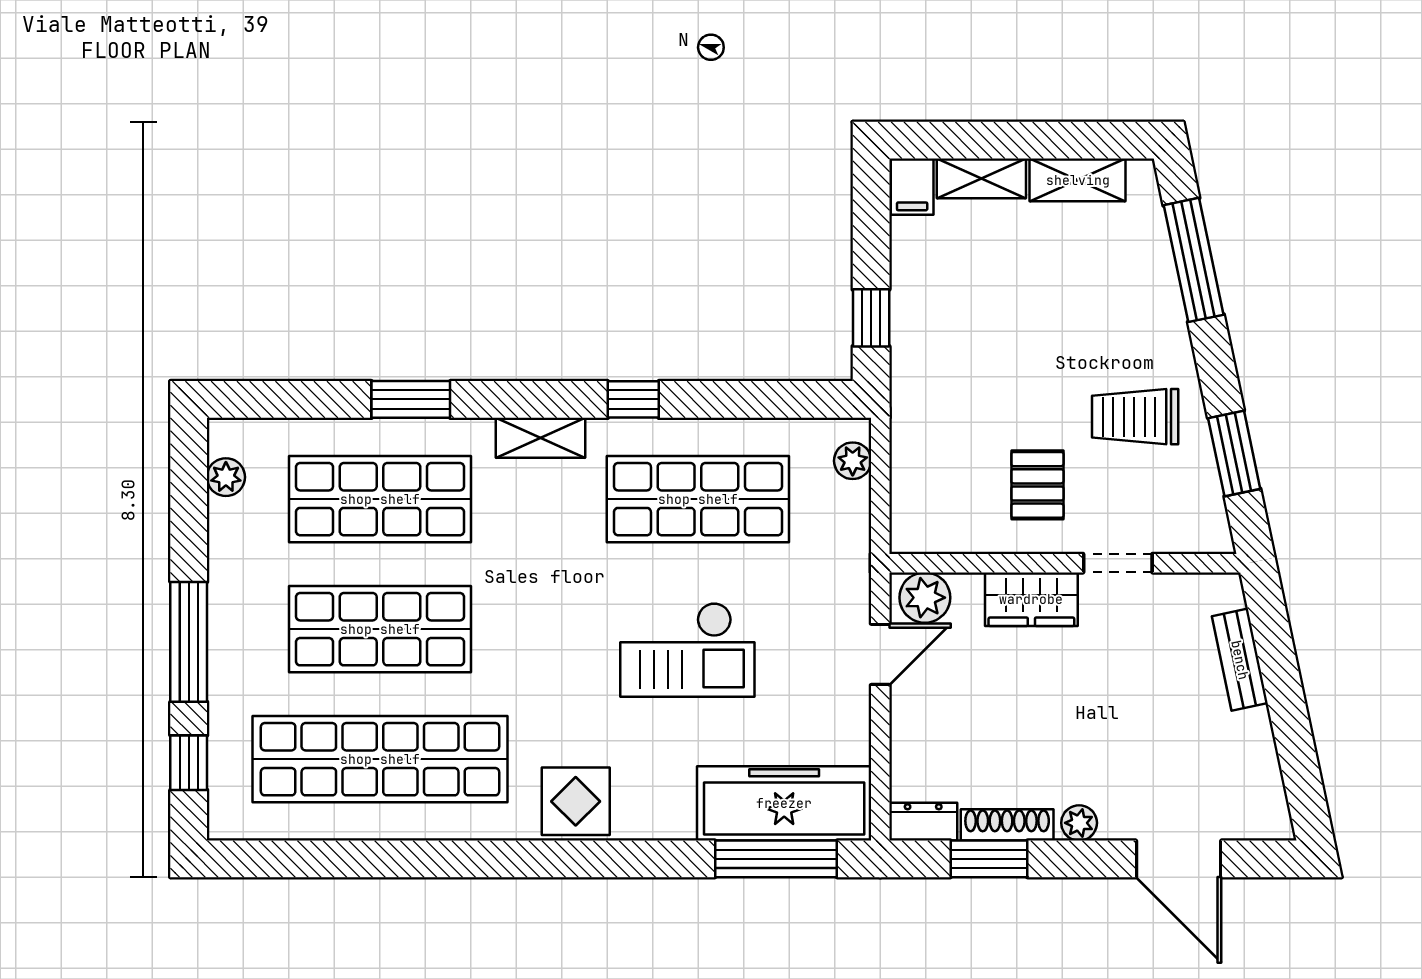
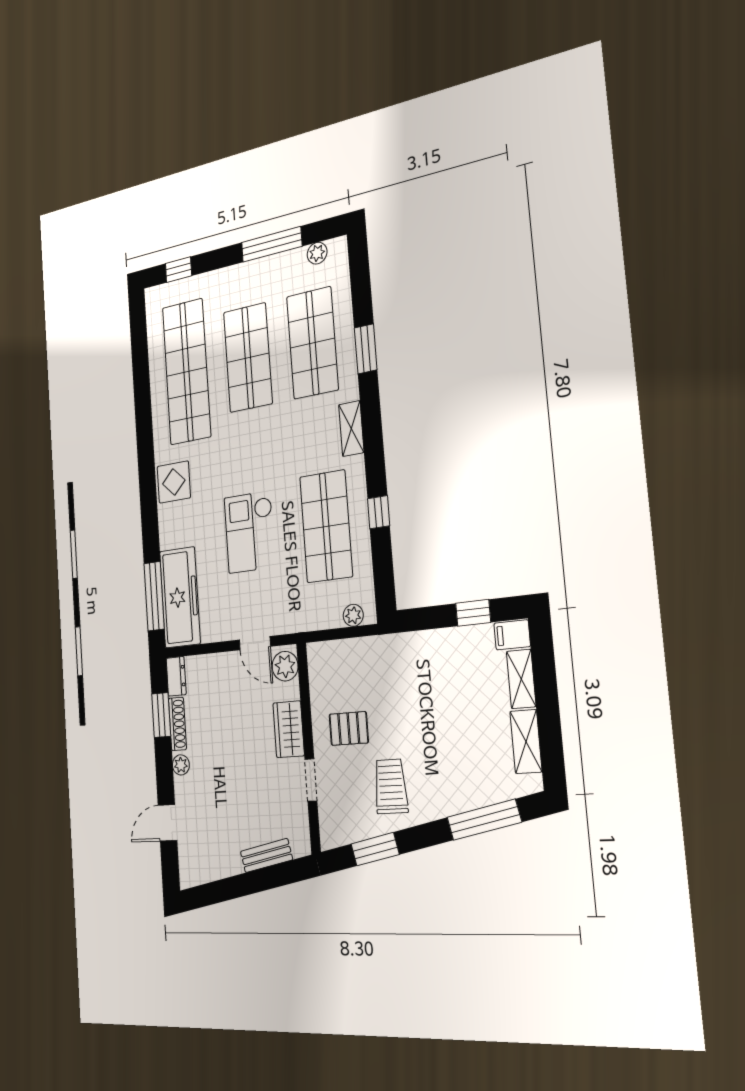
window: (871, 318) -> (473, 613), moved
window: (633, 399) -> (379, 512), moved
window: (189, 642) -> (272, 244), moved
door: (1179, 859) -> (167, 823), width x0.73

